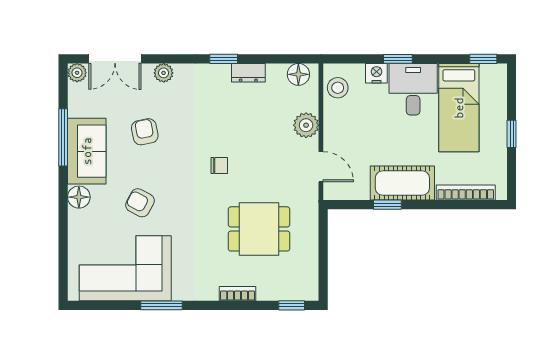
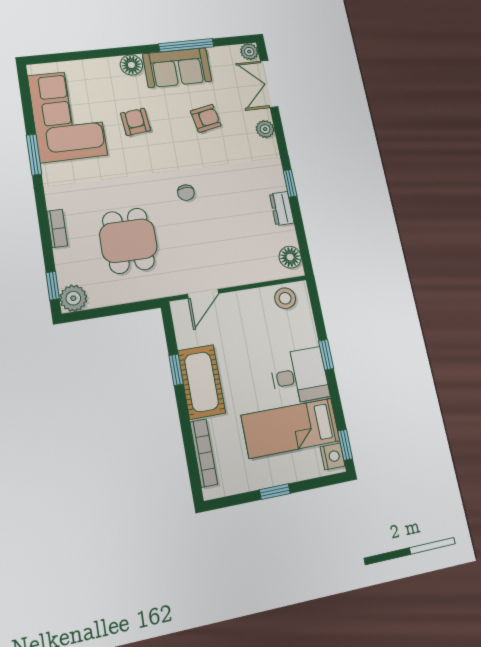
nightstand: (376, 73) -> (333, 456), moved
plant: (306, 125) -> (73, 298), moved
armchair: (140, 203) -> (136, 122), turned -34

